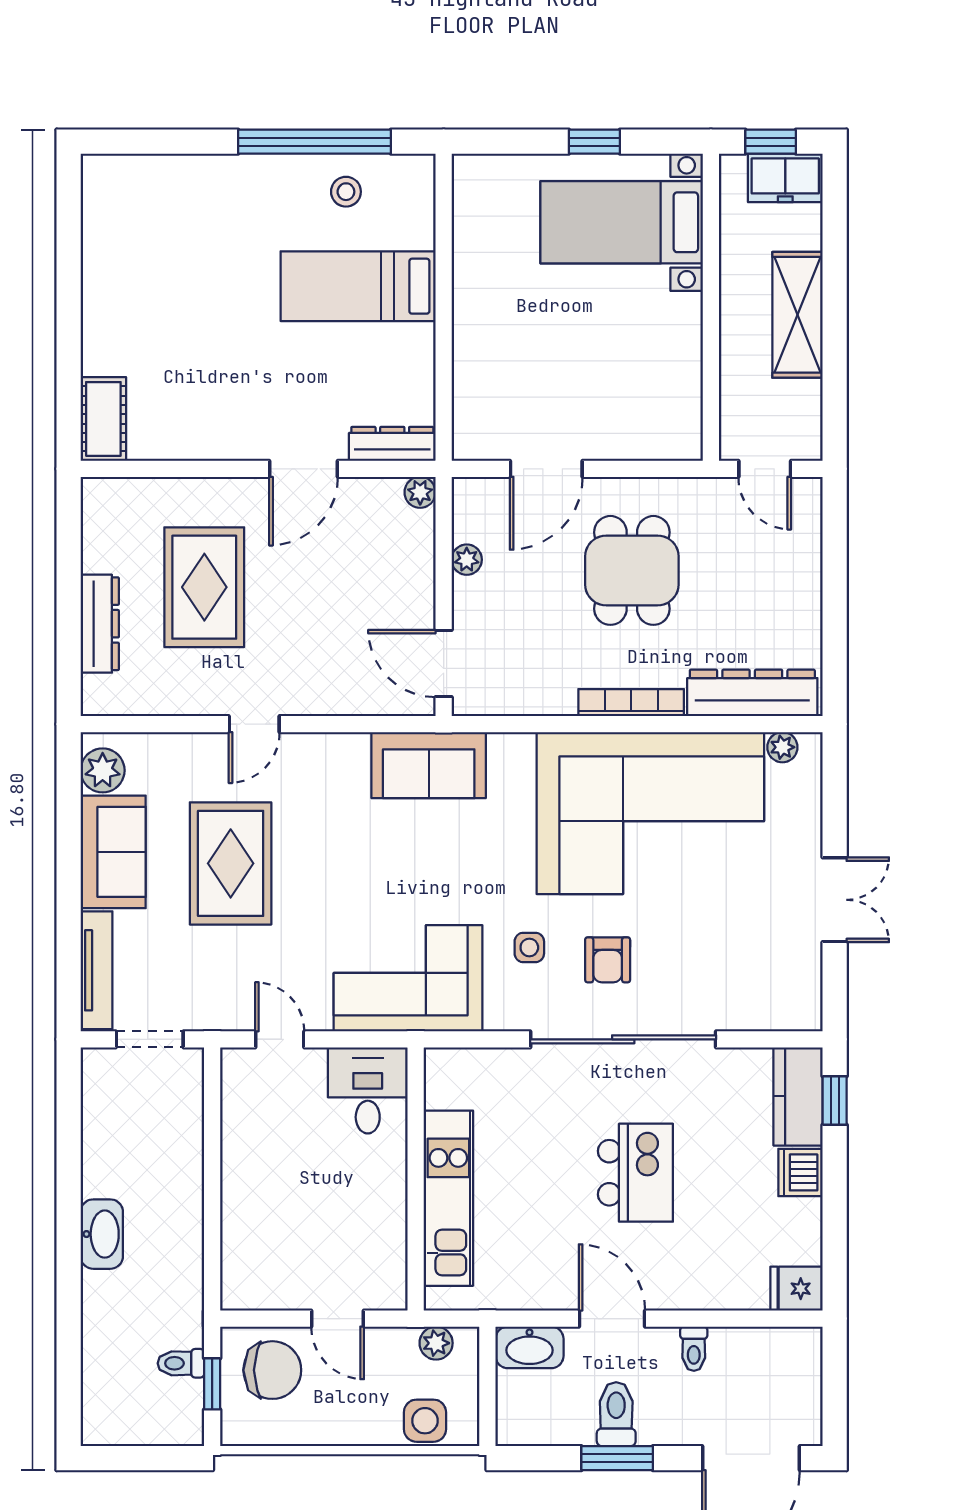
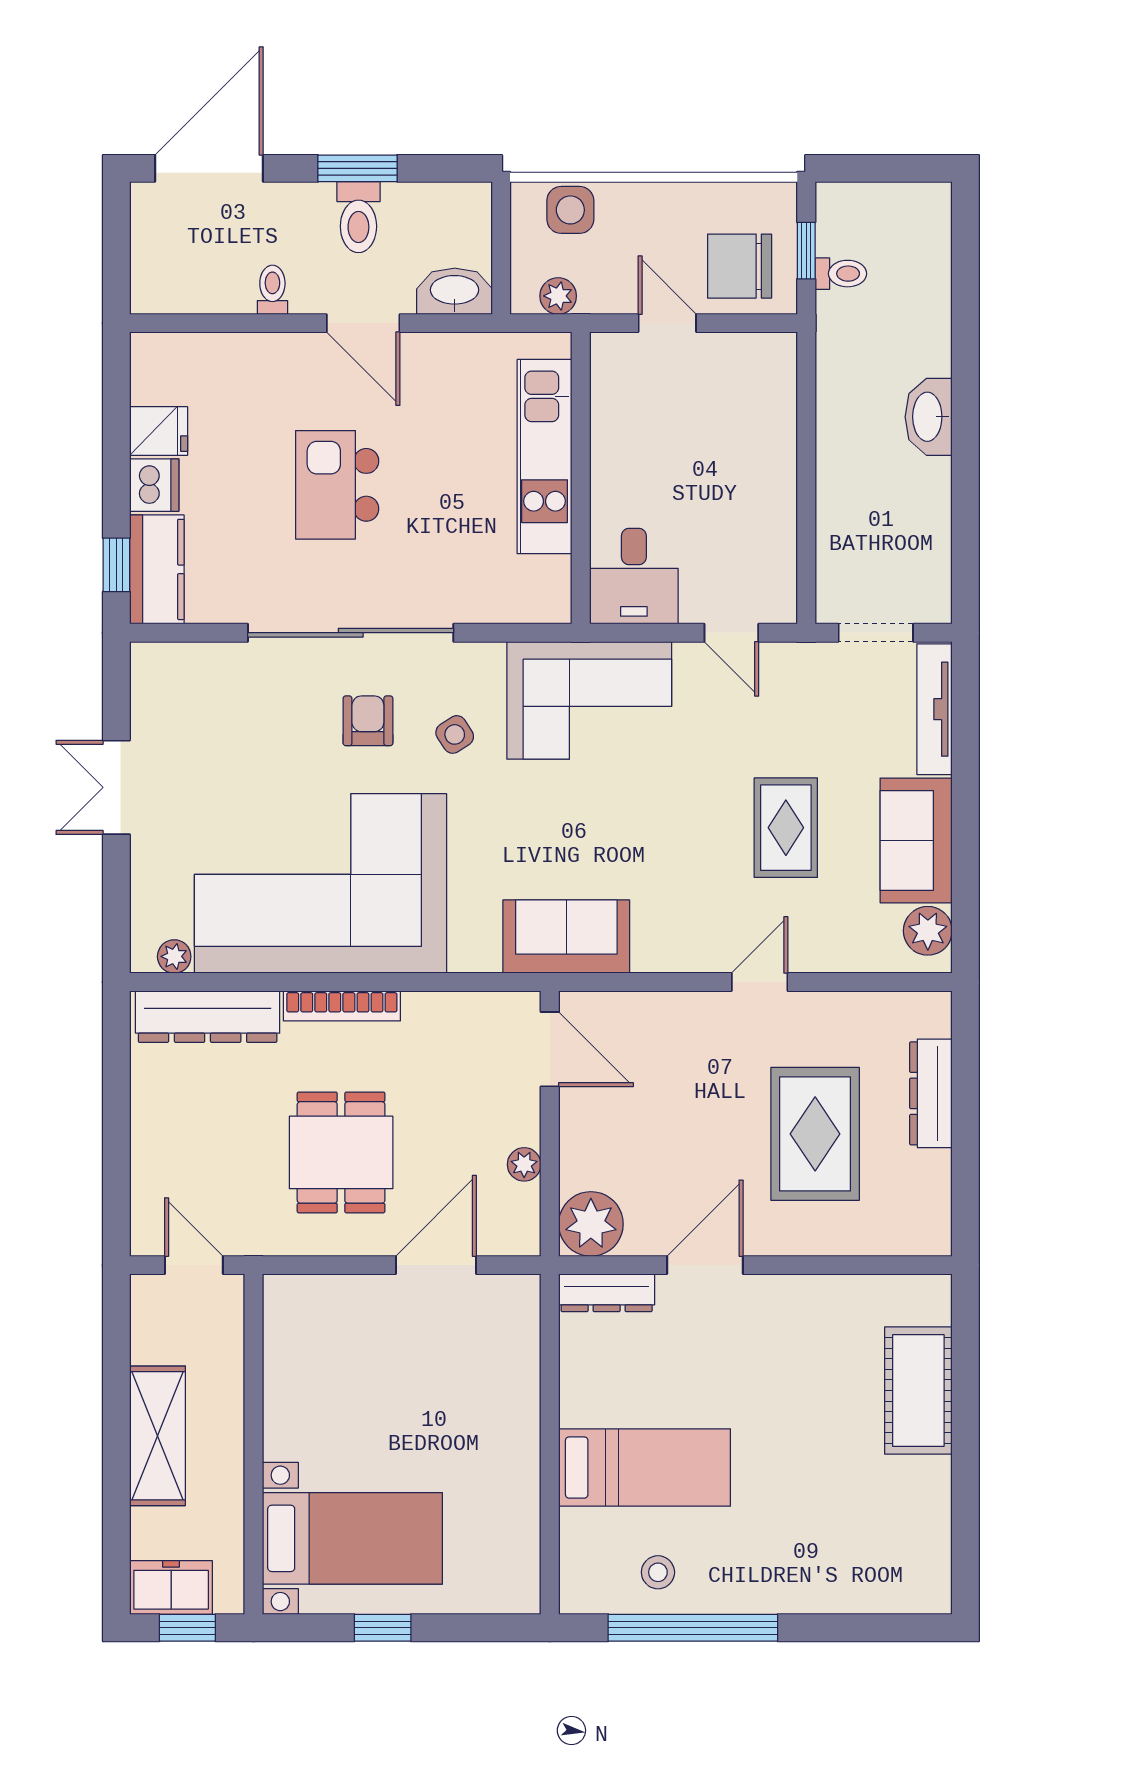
cot: (103, 419) -> (918, 1390), moved, width x1.37, depth x1.34
plant: (420, 492) -> (591, 1224), width x1.87, depth x1.87
rug: (231, 863) -> (786, 828), width x0.73, depth x0.70
side table: (529, 947) -> (455, 734), turned -33
fridge: (796, 1289) -> (159, 431), moved

